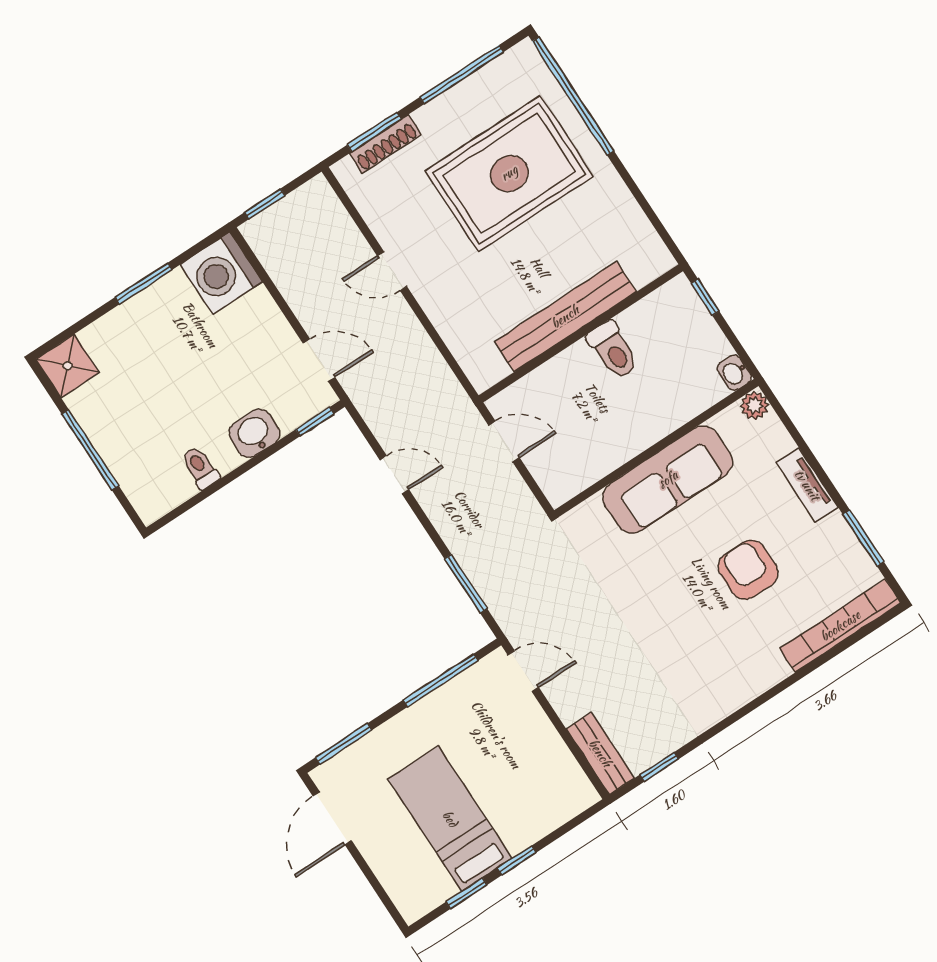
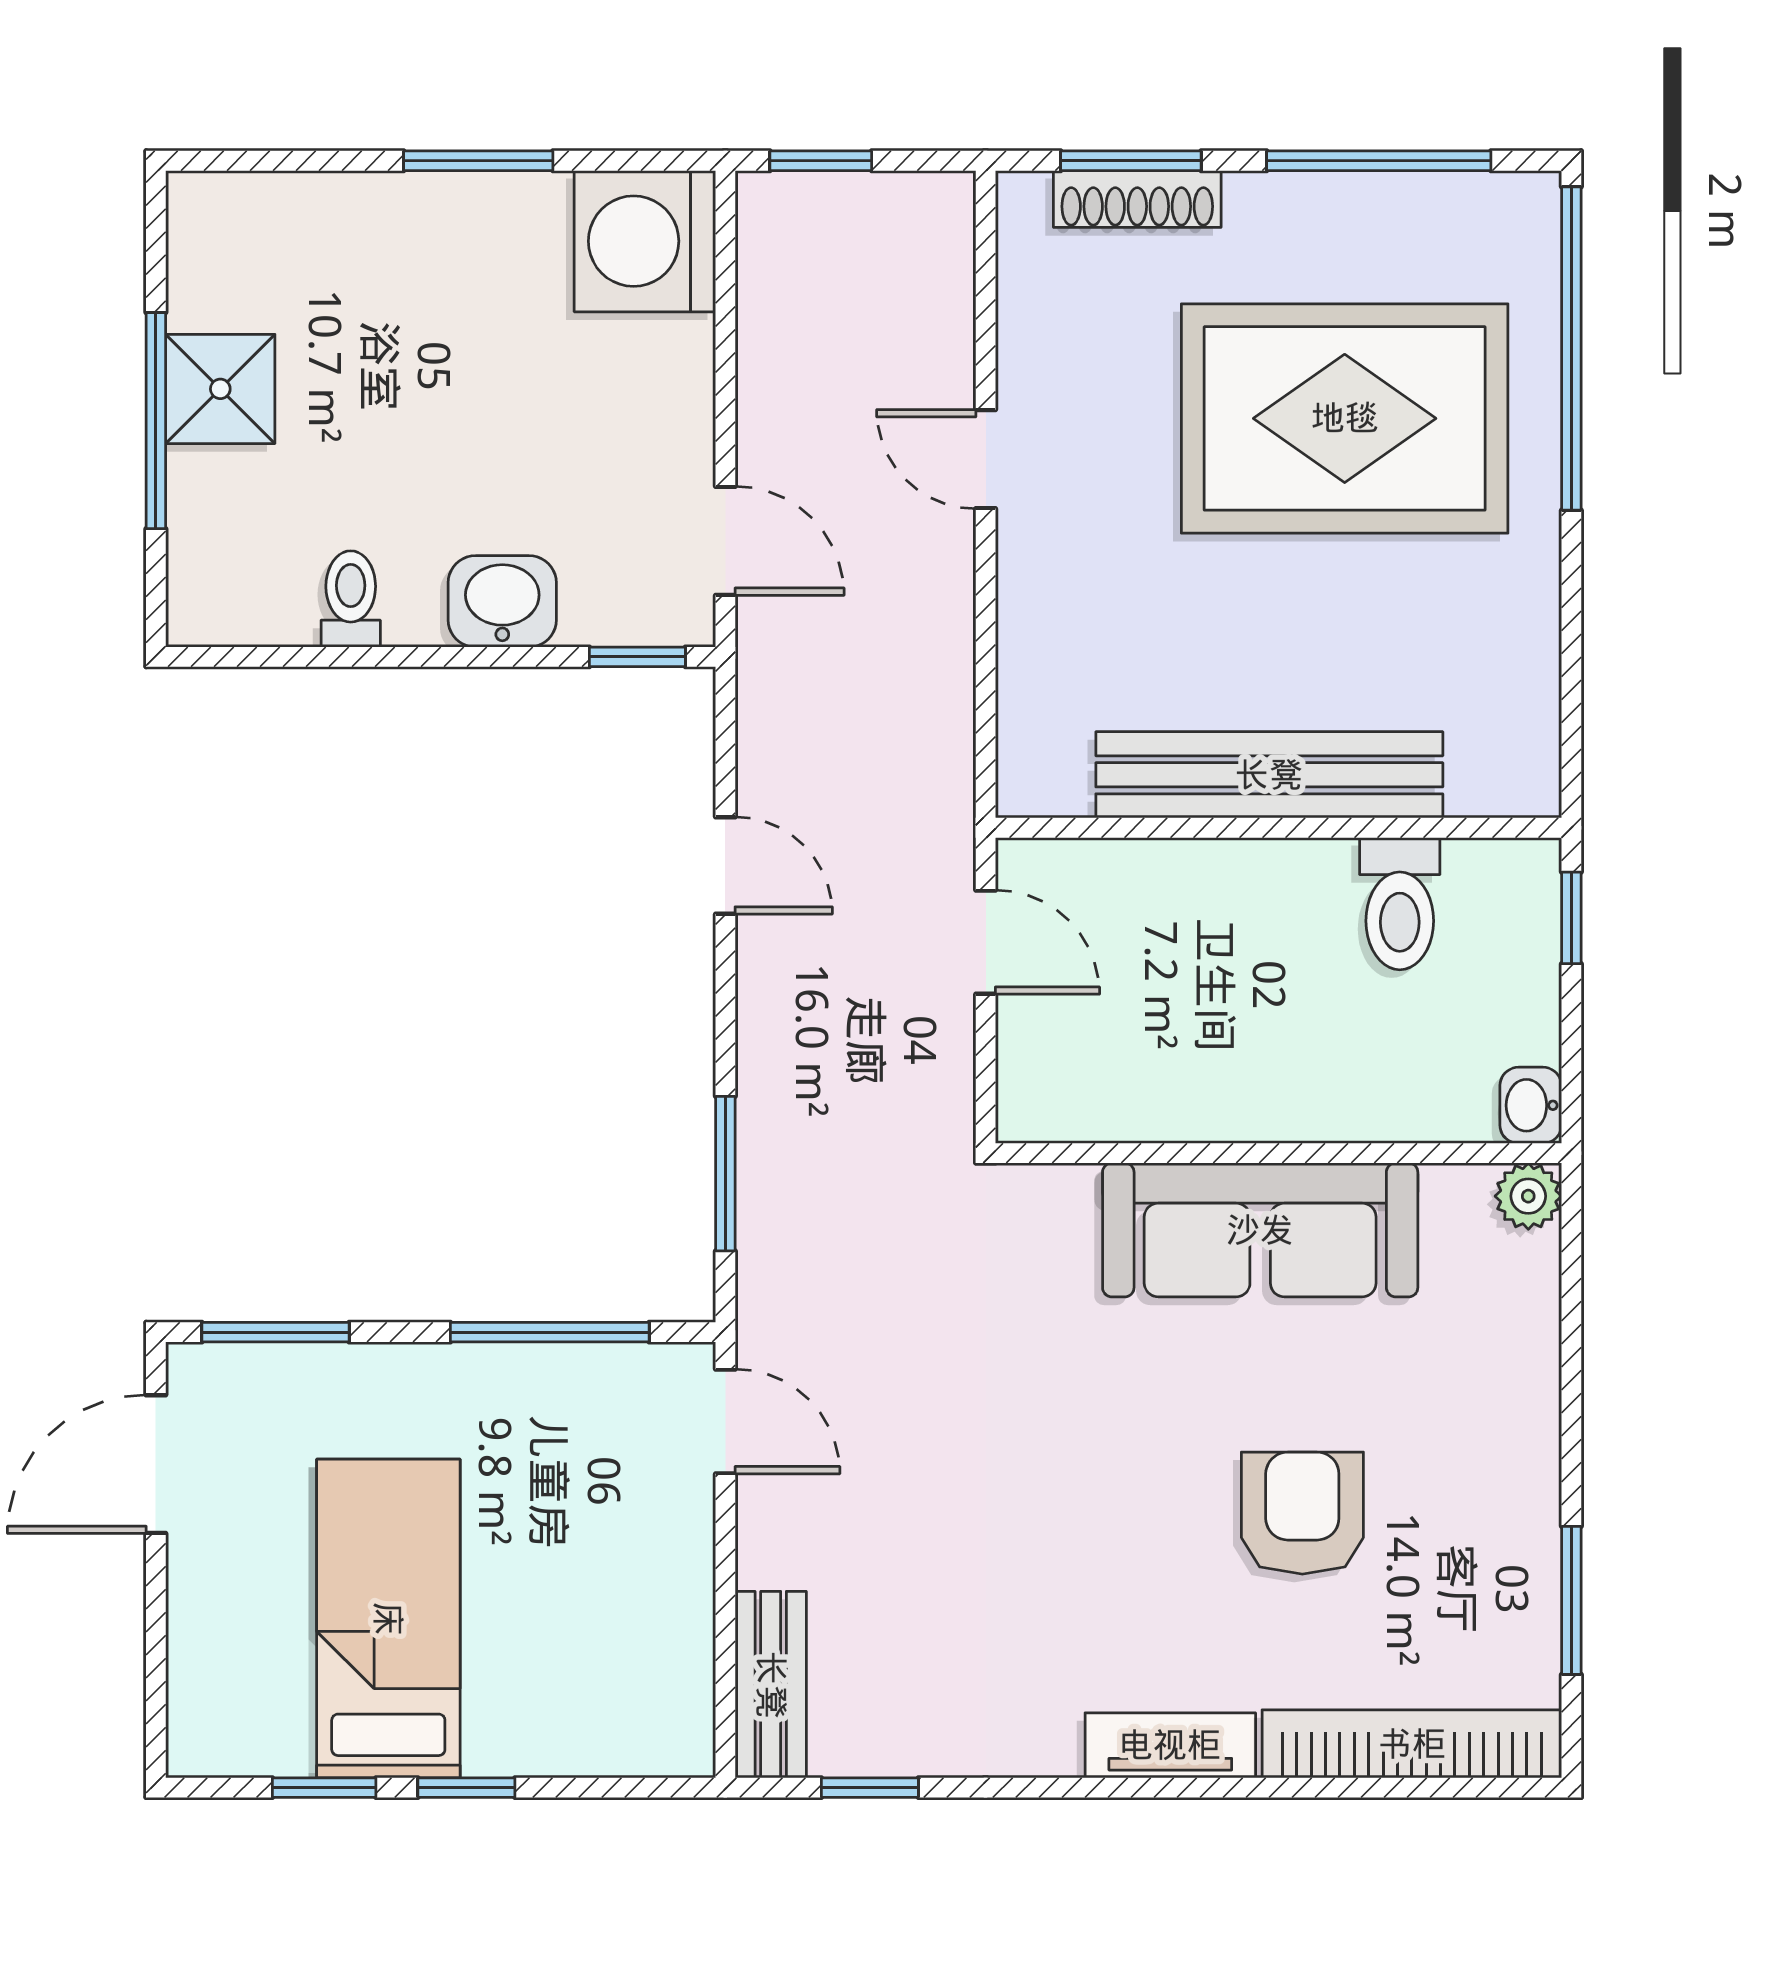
toilet: (613, 350) -> (1400, 904), moved
shower: (68, 366) -> (220, 389), moved
tv unit: (807, 485) -> (1170, 1745), moved, turned 90

